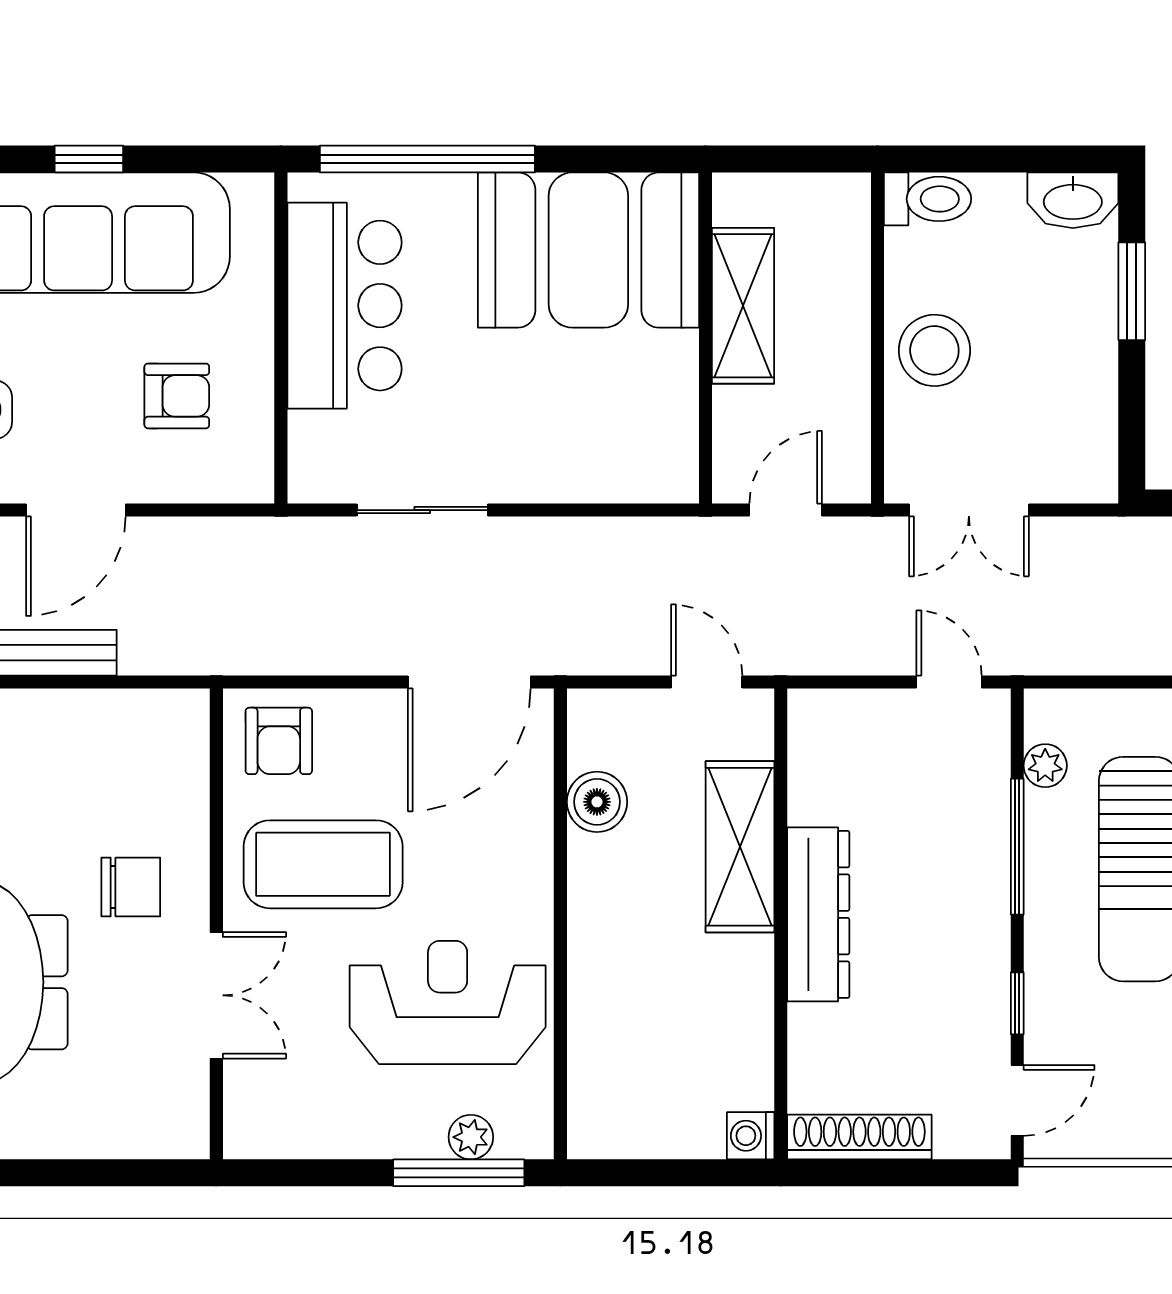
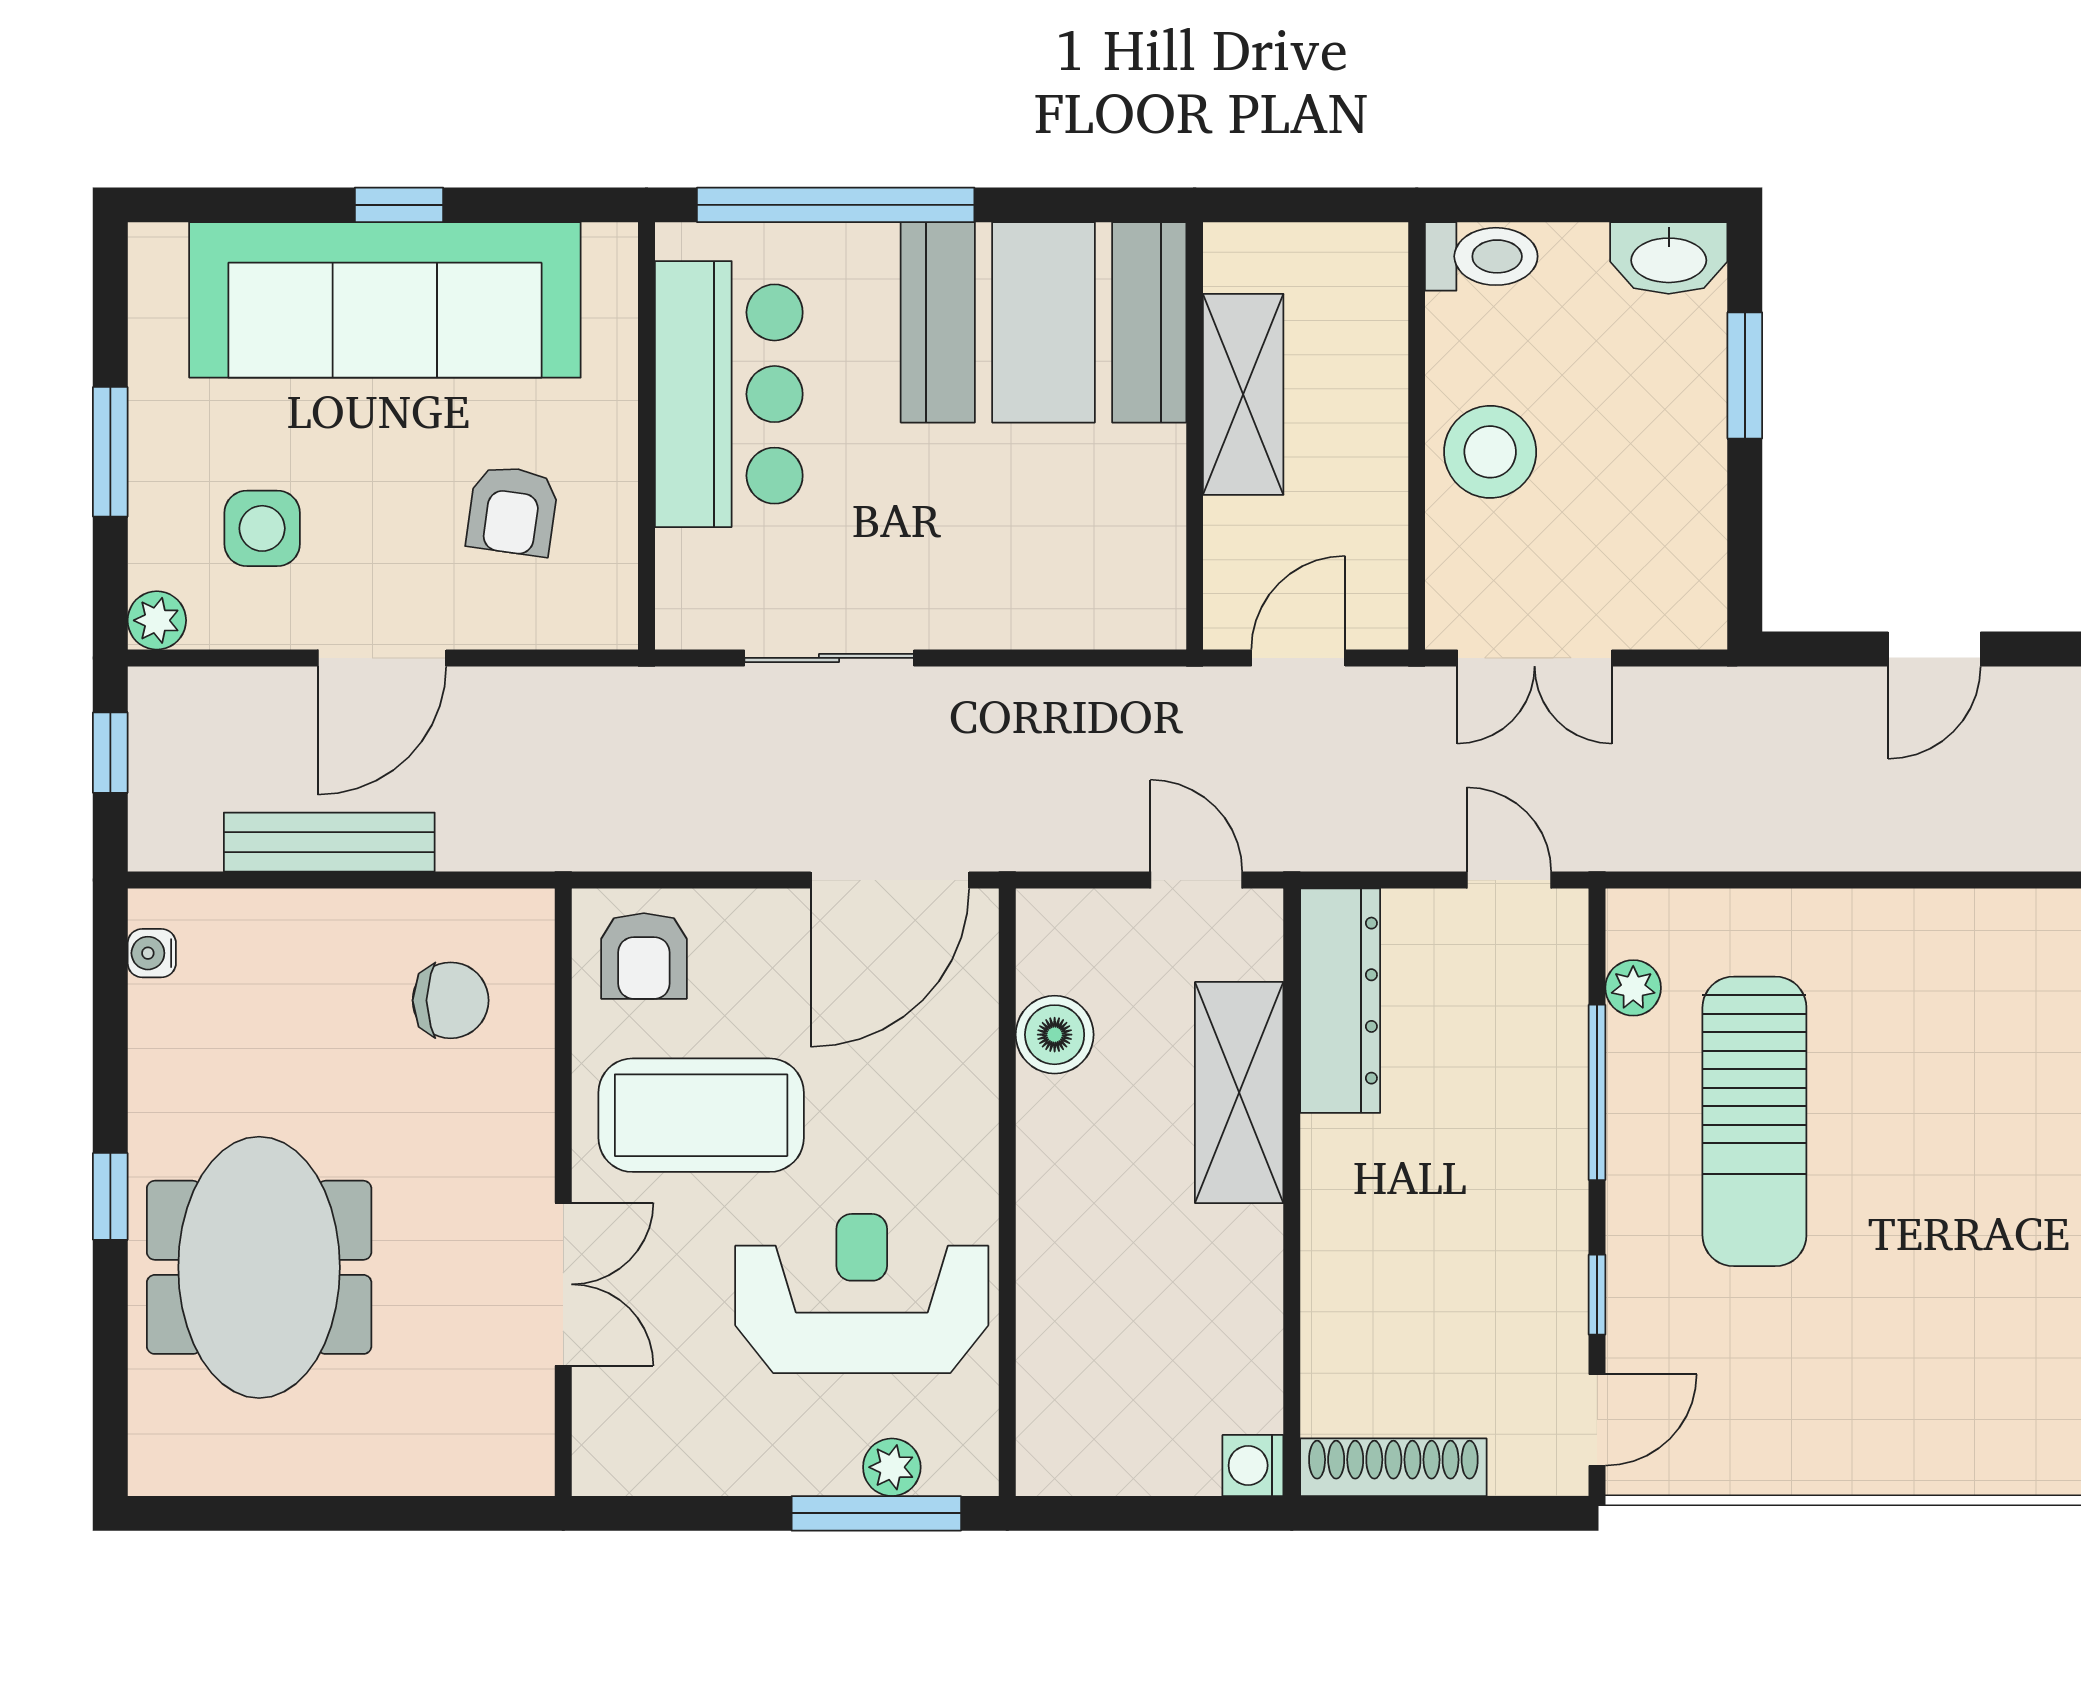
armchair: (177, 396) -> (512, 511), turned 98
chair: (131, 887) -> (451, 1000), moved
dresser: (818, 914) -> (1340, 1001), moved

